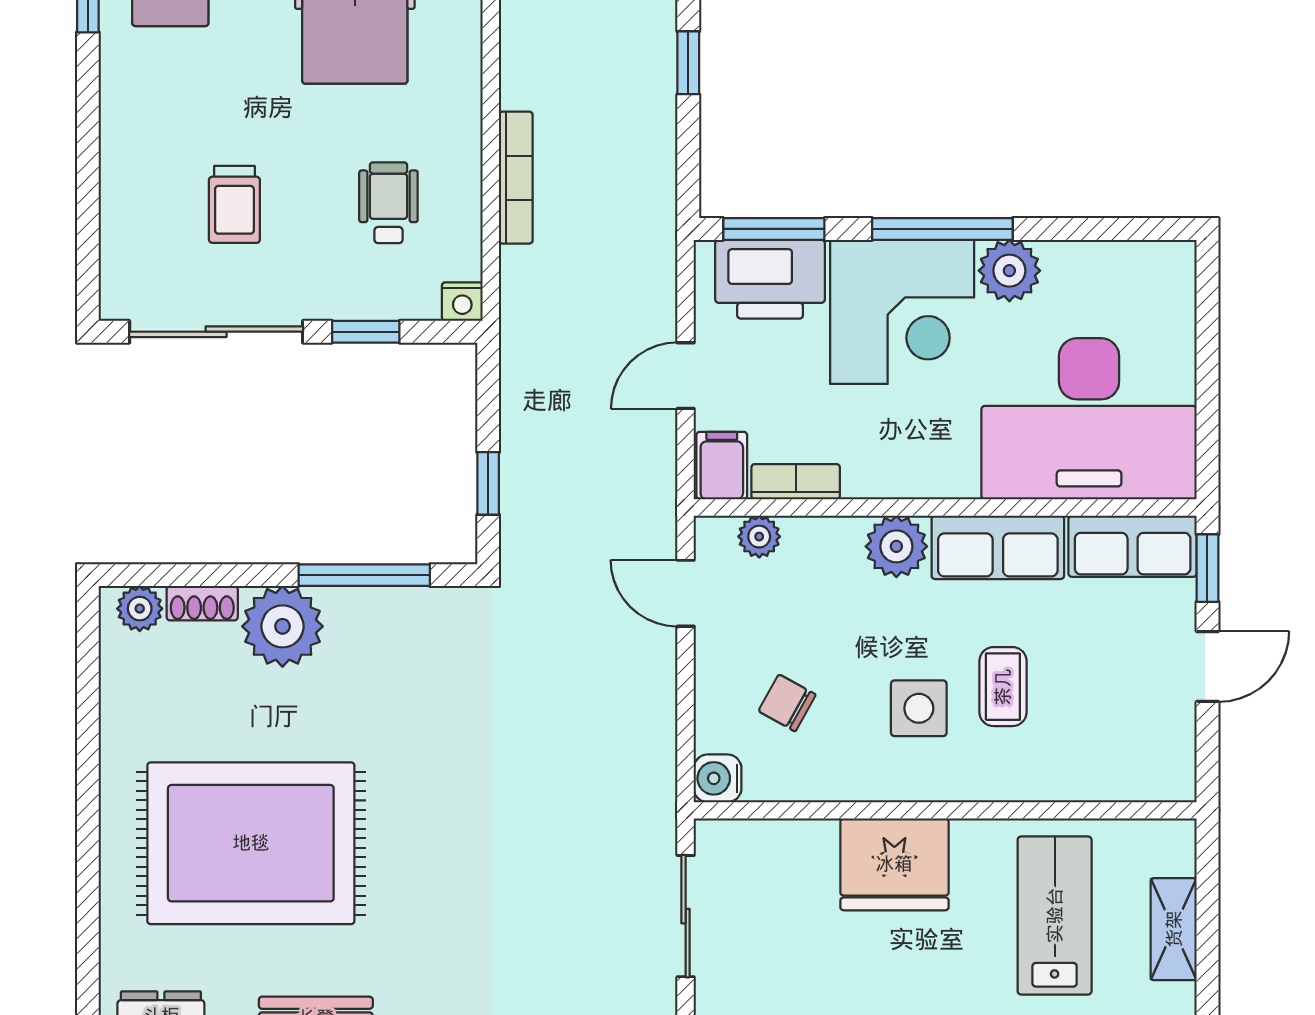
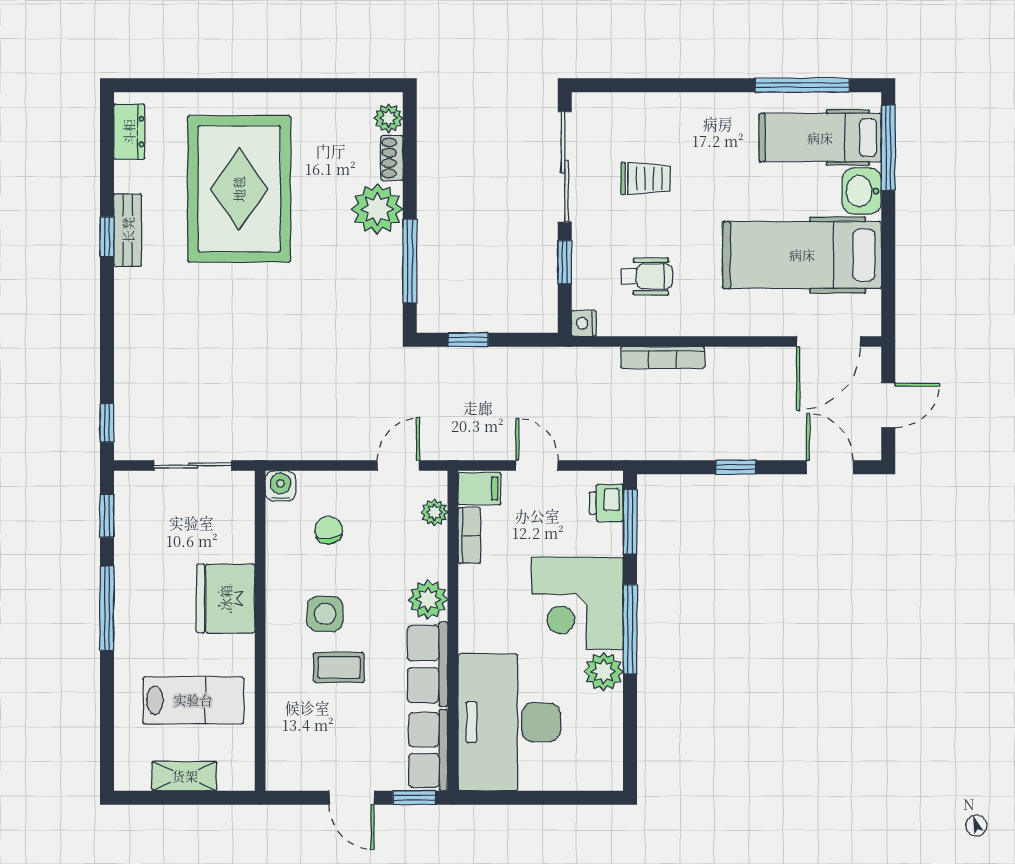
trolley: (234, 204) -> (646, 178), turned 180
printer: (770, 279) -> (606, 503), width x0.53, depth x0.68
chair: (787, 703) -> (329, 530), turned -35

